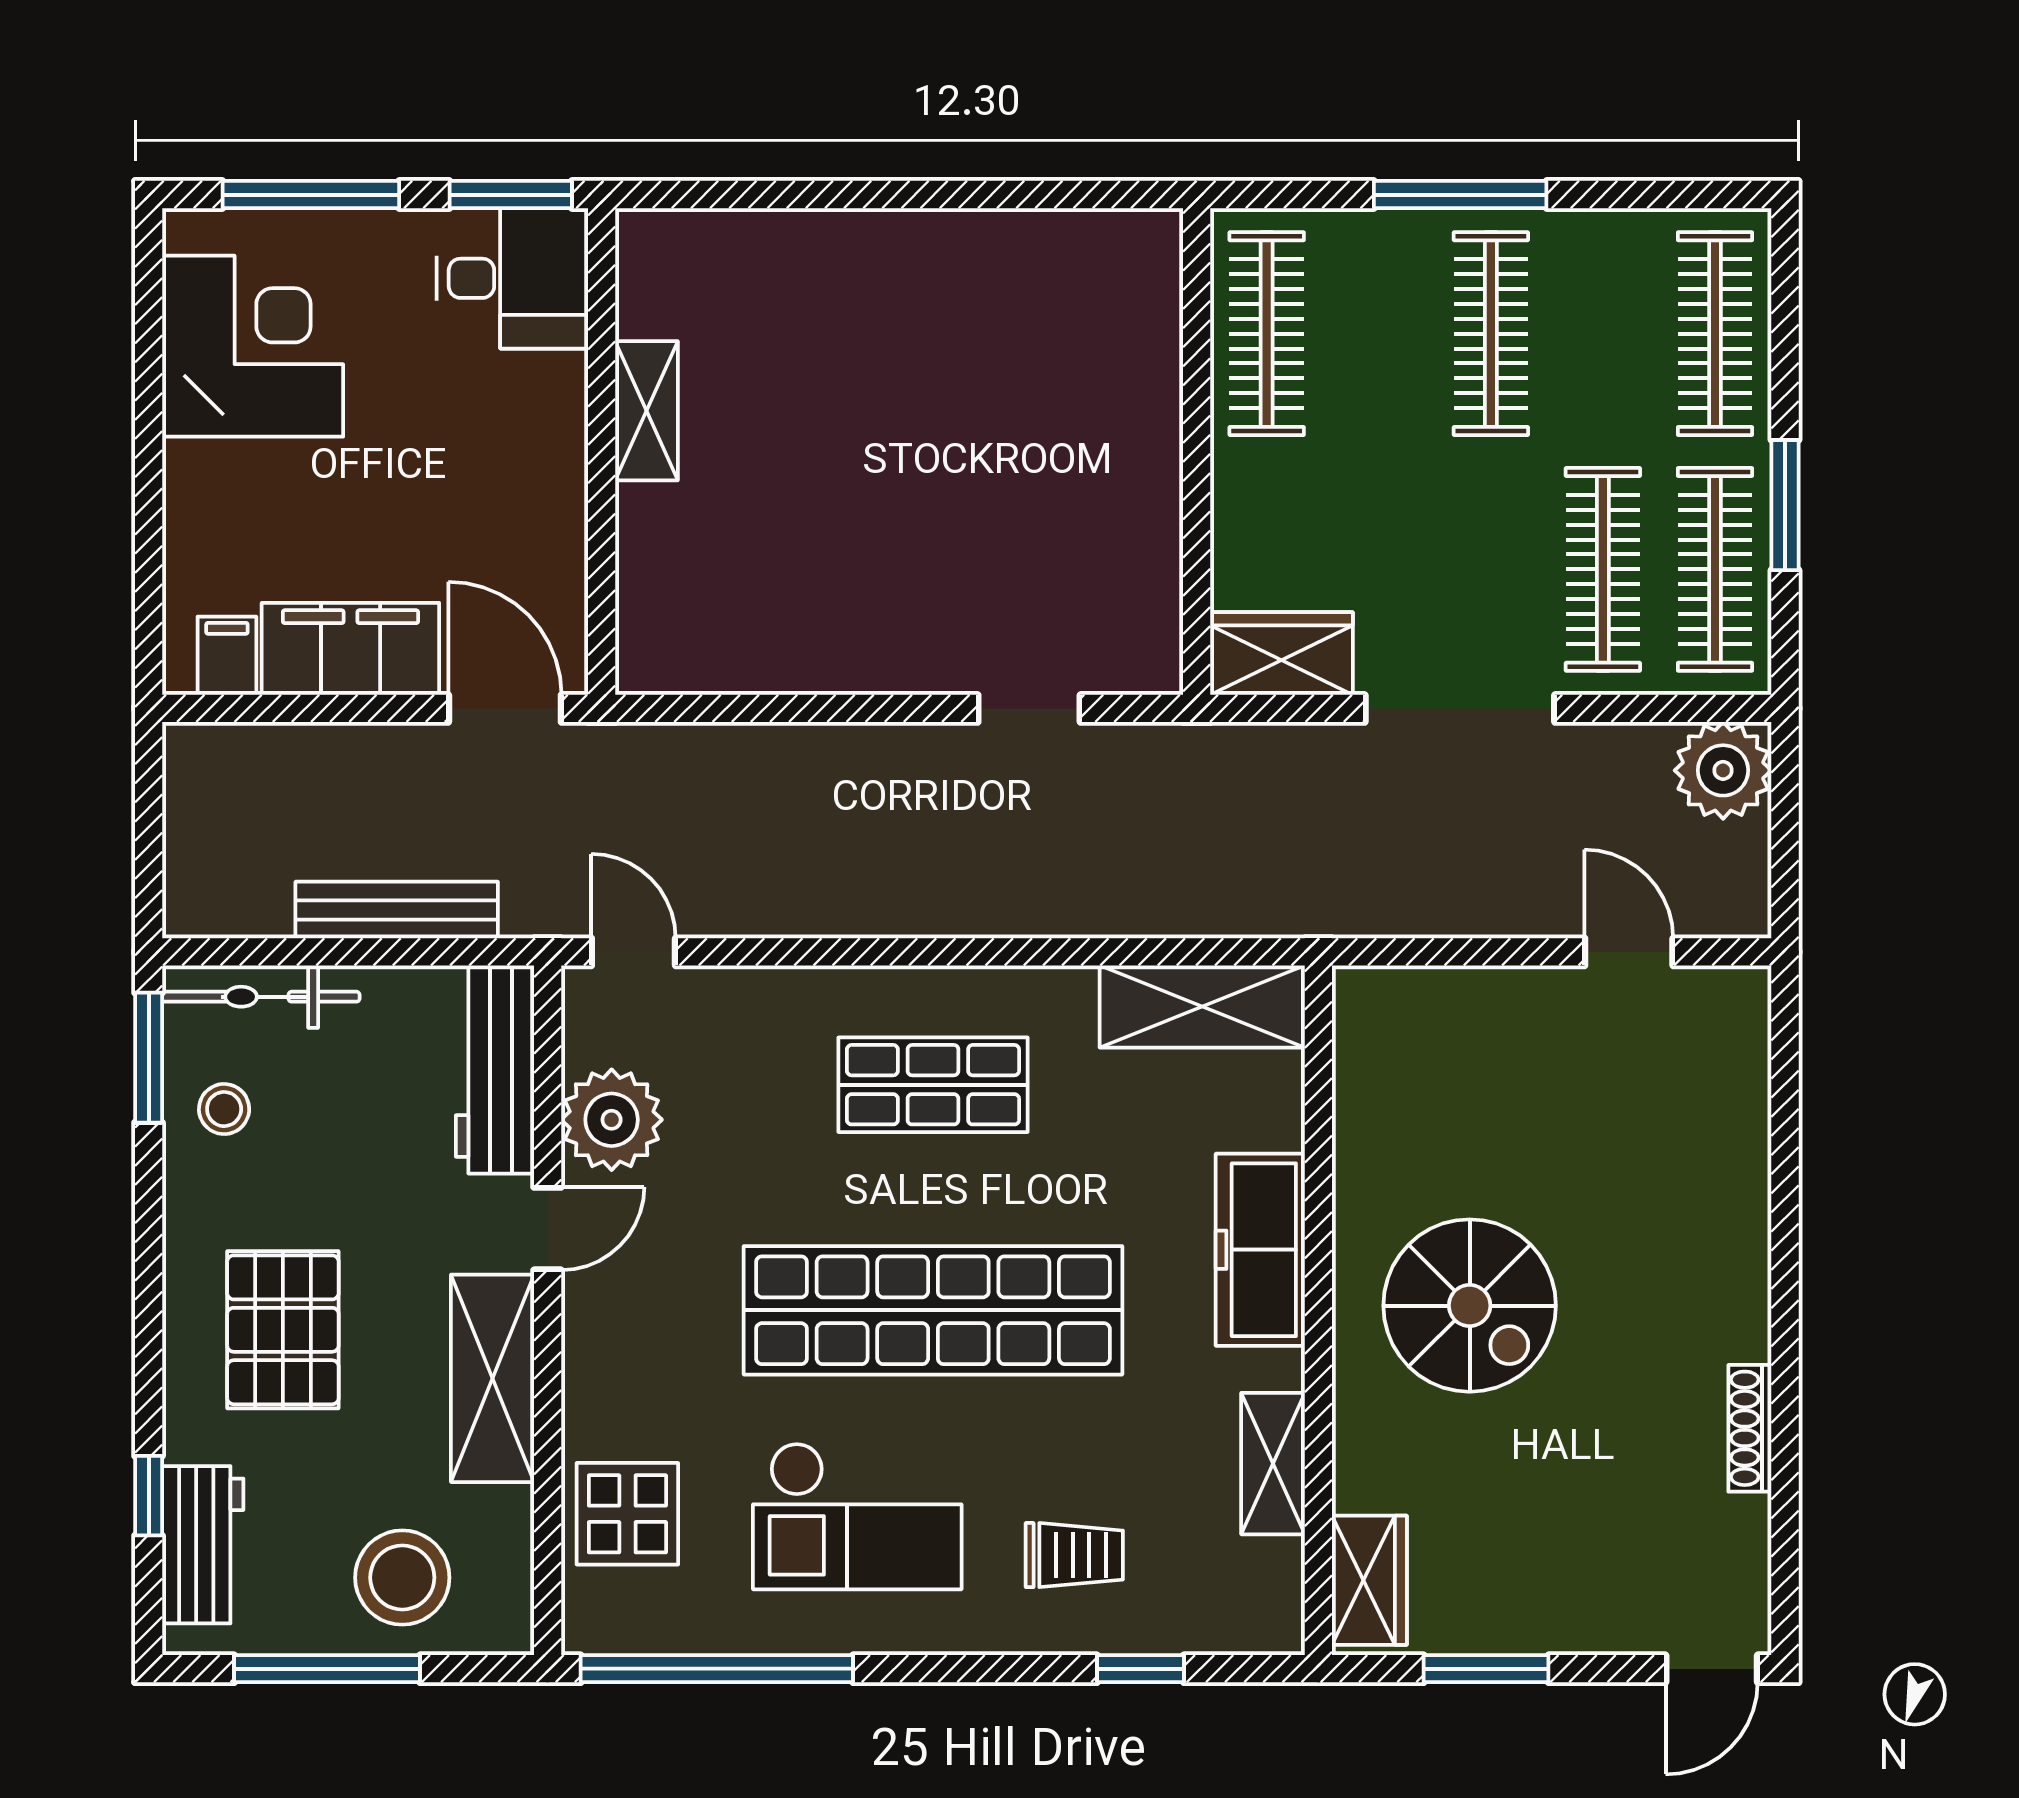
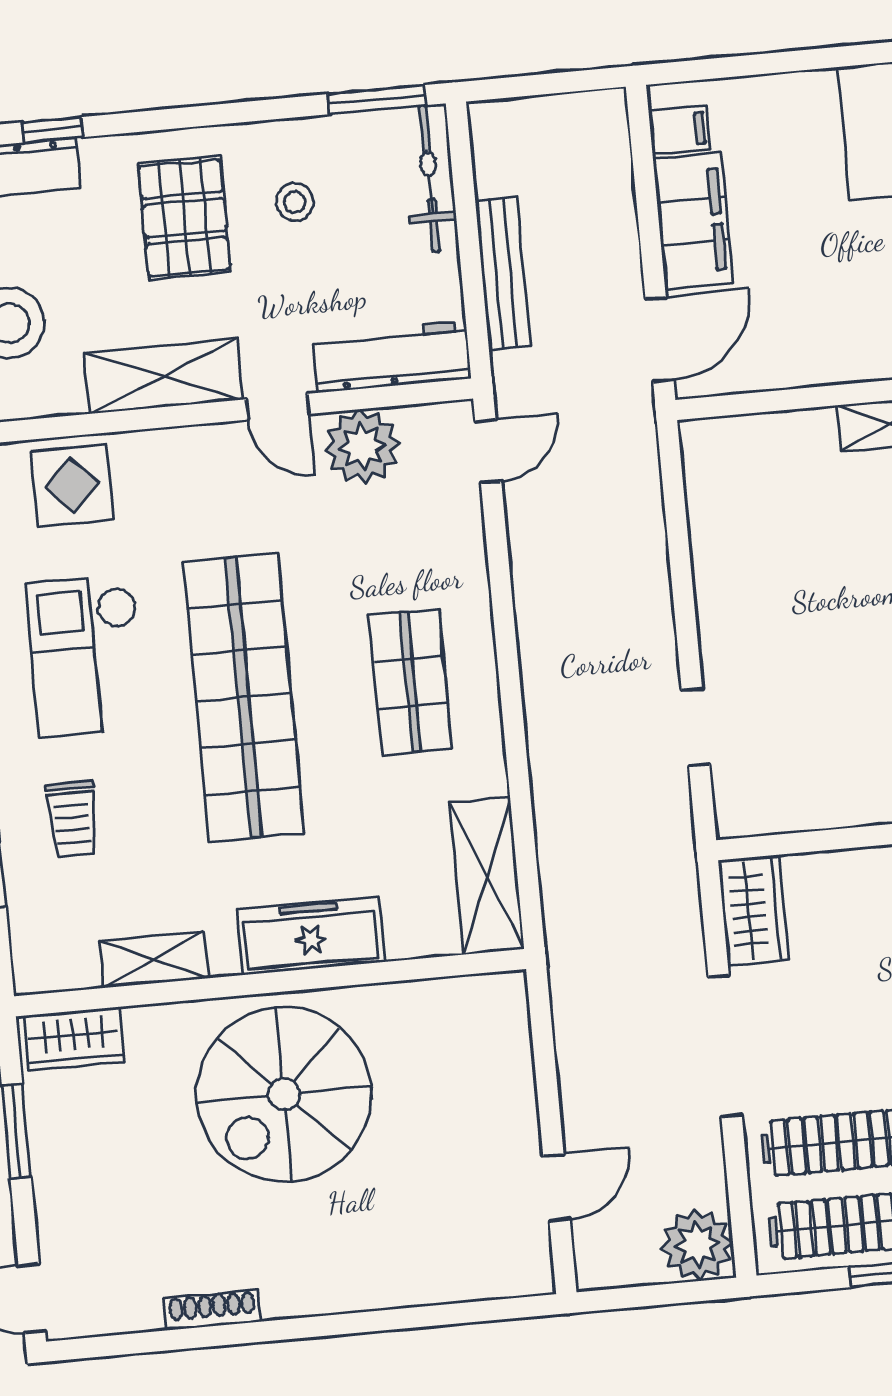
stool: (224, 1109) -> (295, 202), moved
spiral stairs: (1470, 1306) -> (284, 1094), width x1.37, depth x1.37
pallet: (283, 1330) -> (185, 218), turned 90

